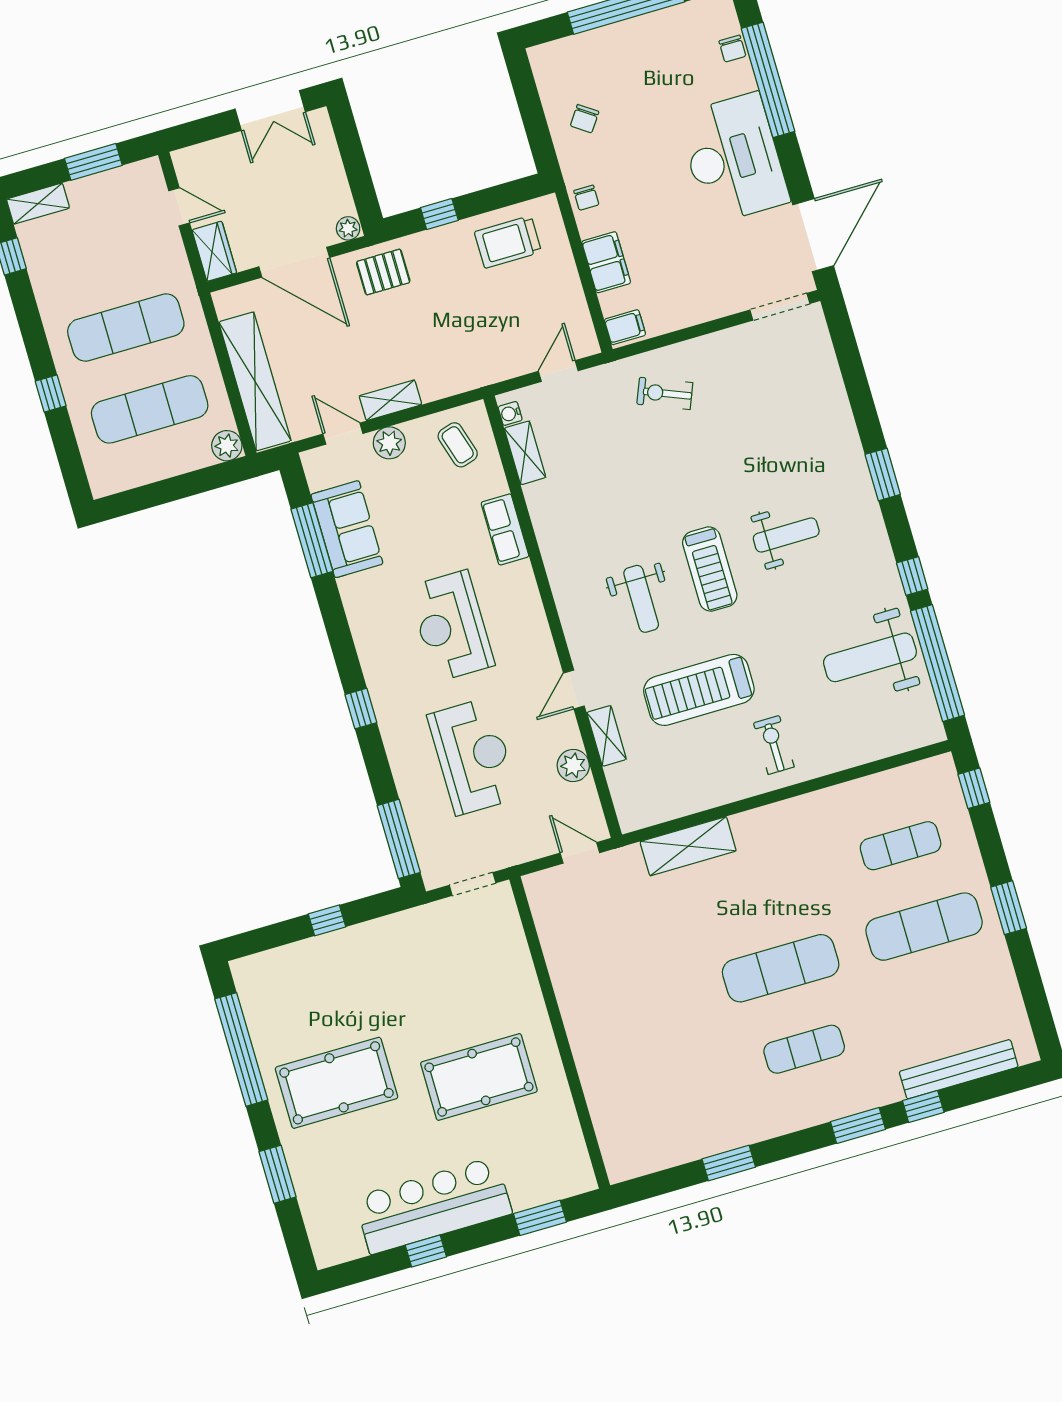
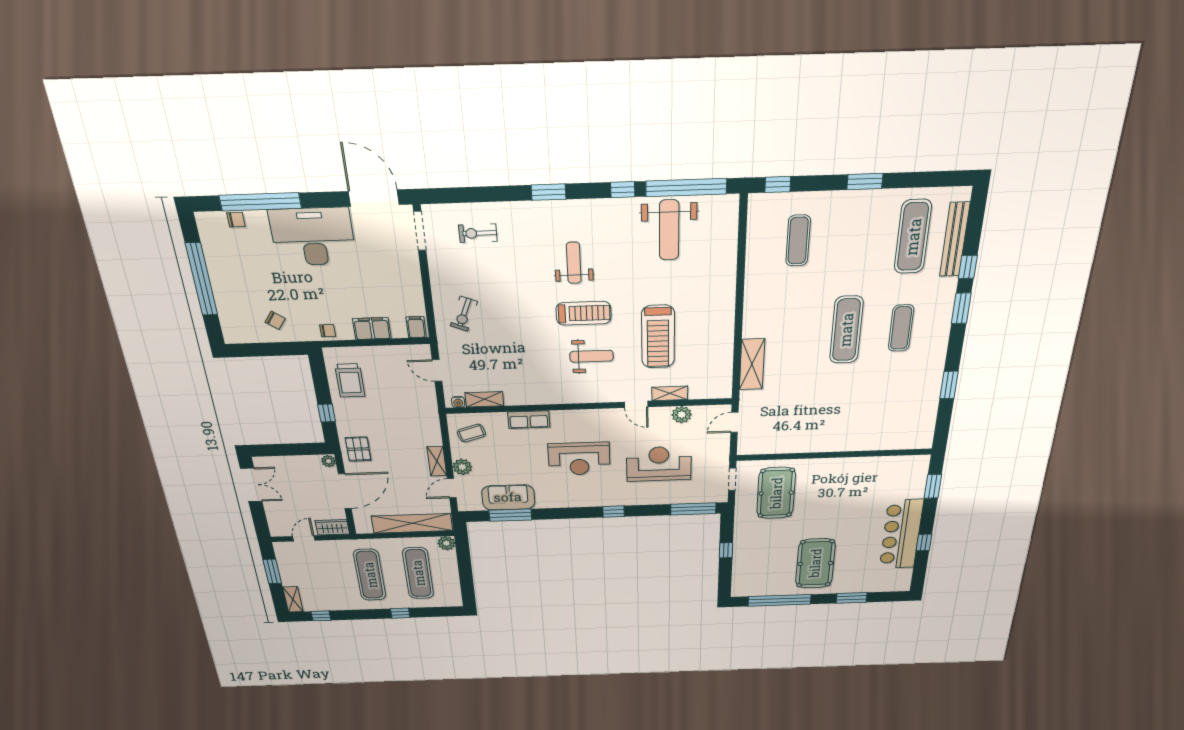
exercise bike: (774, 745) -> (478, 233), moved
exercise mat: (924, 927) -> (913, 237), moved
pool table: (479, 1077) -> (776, 493), moved

